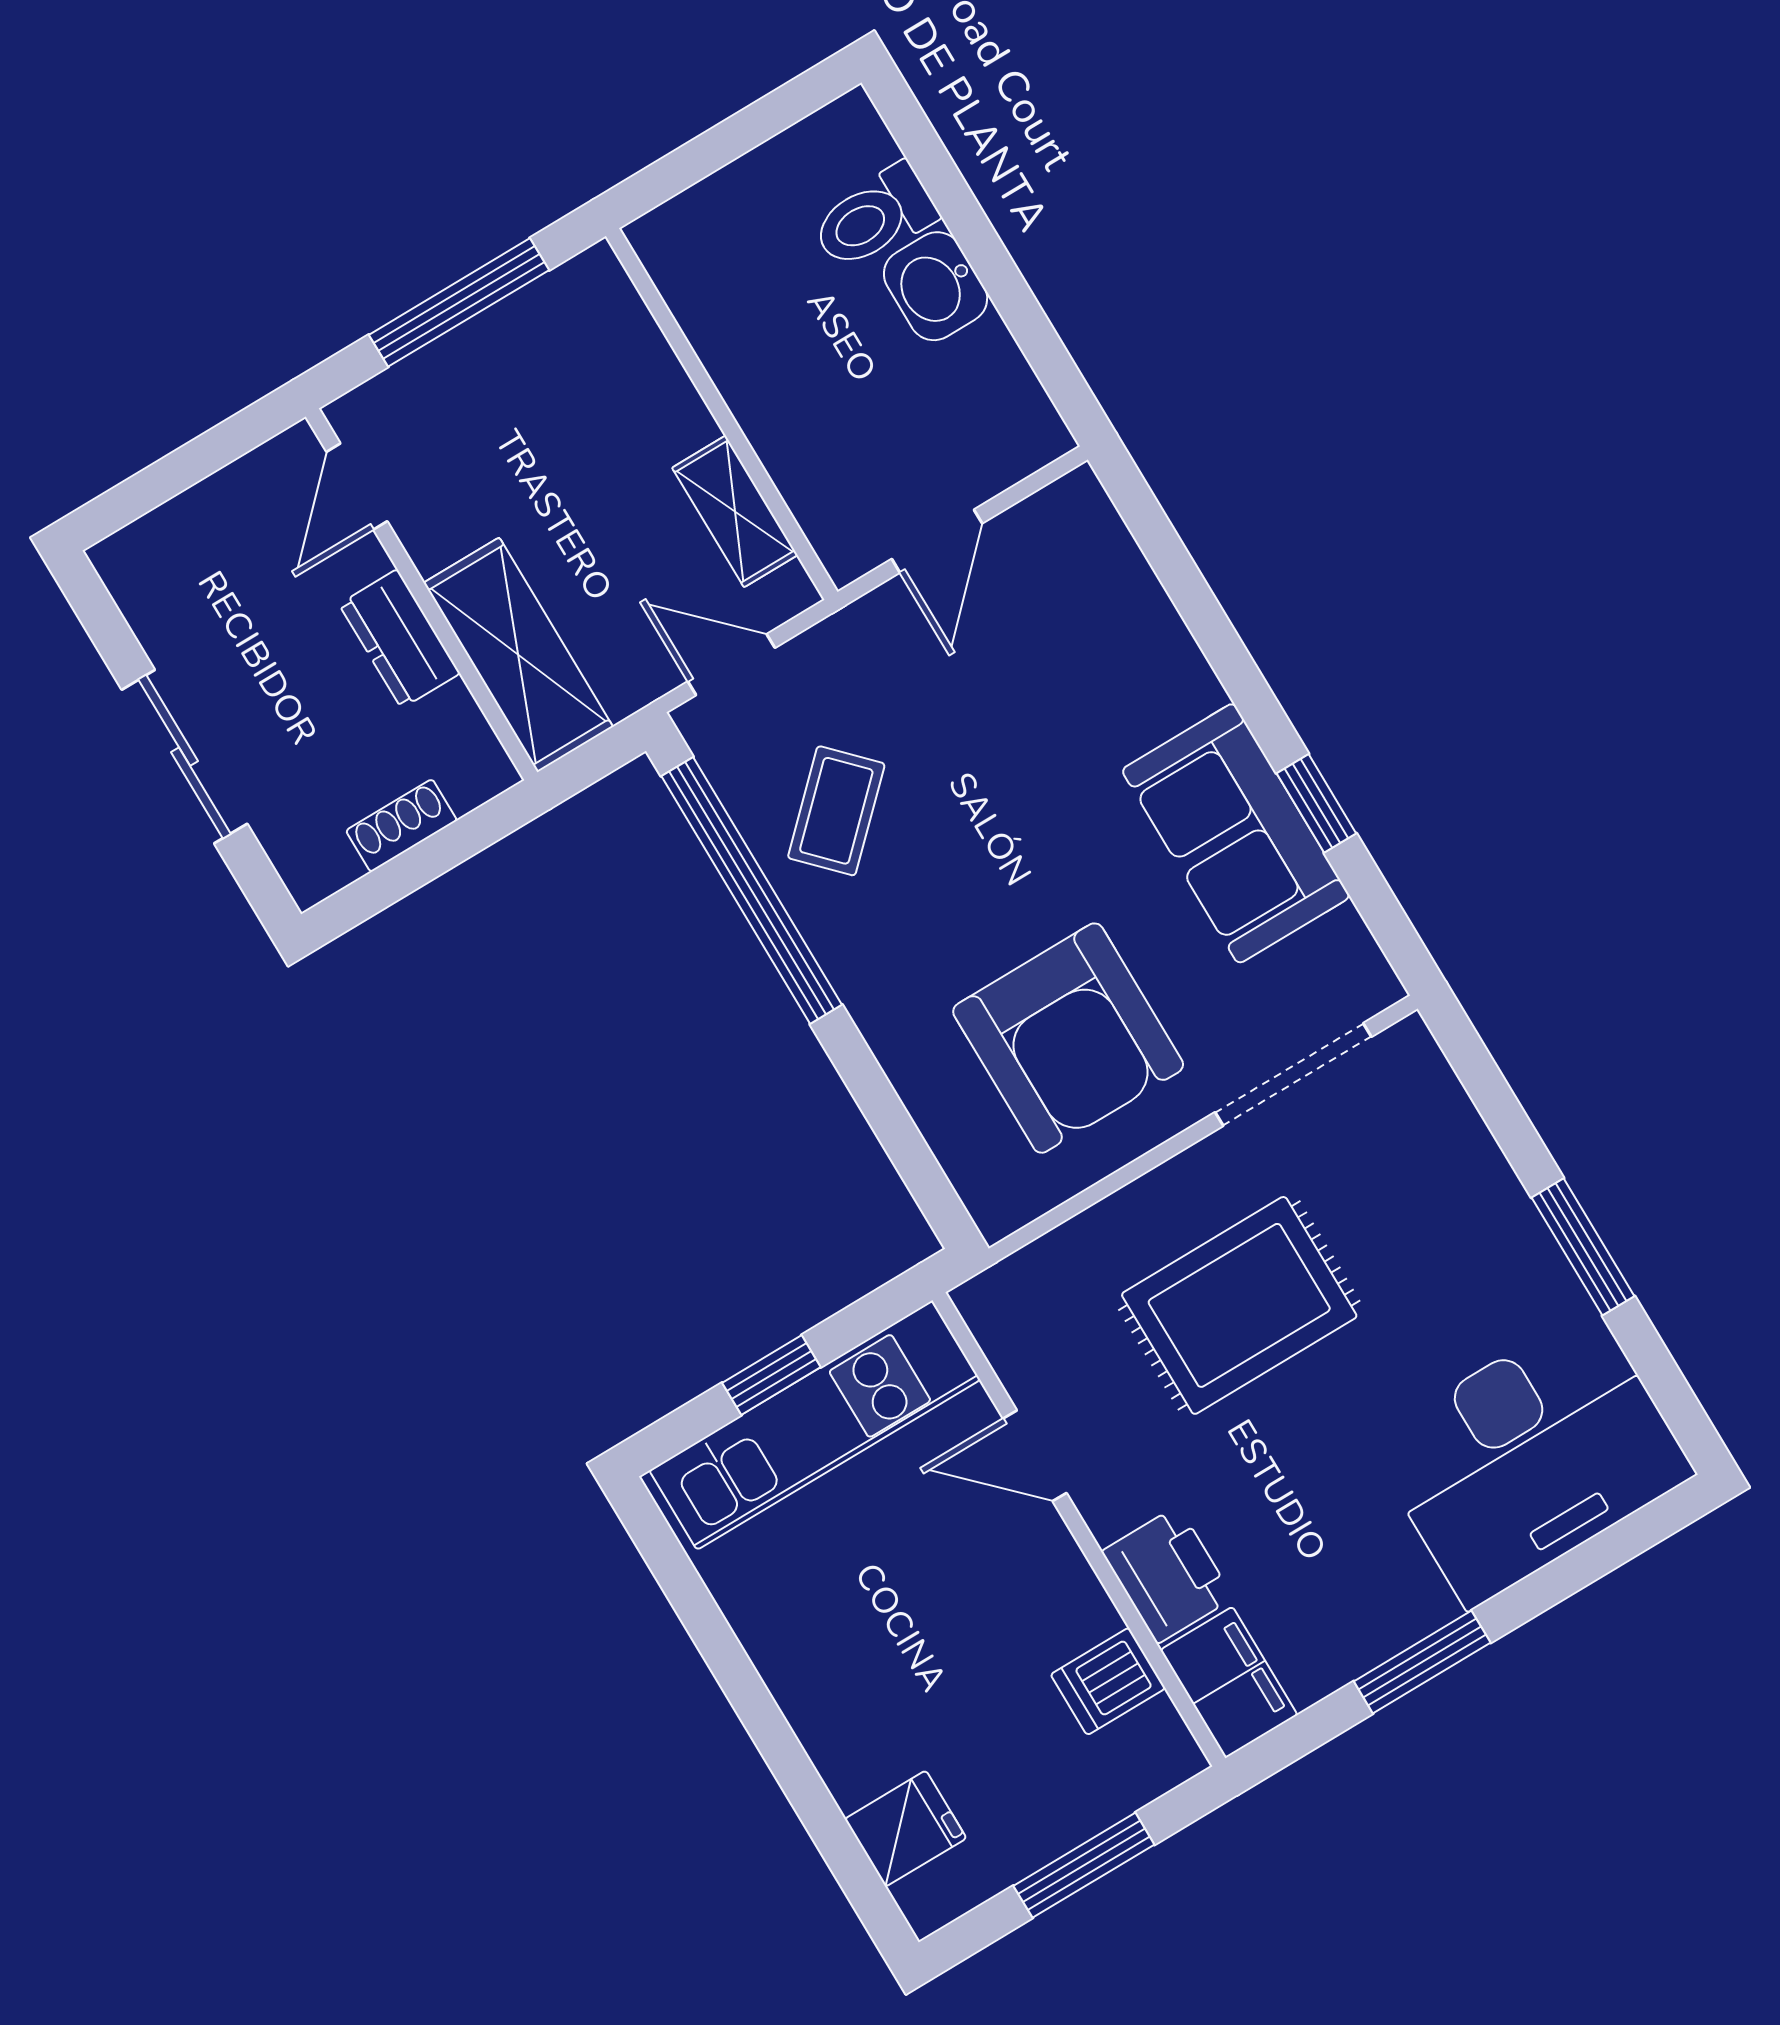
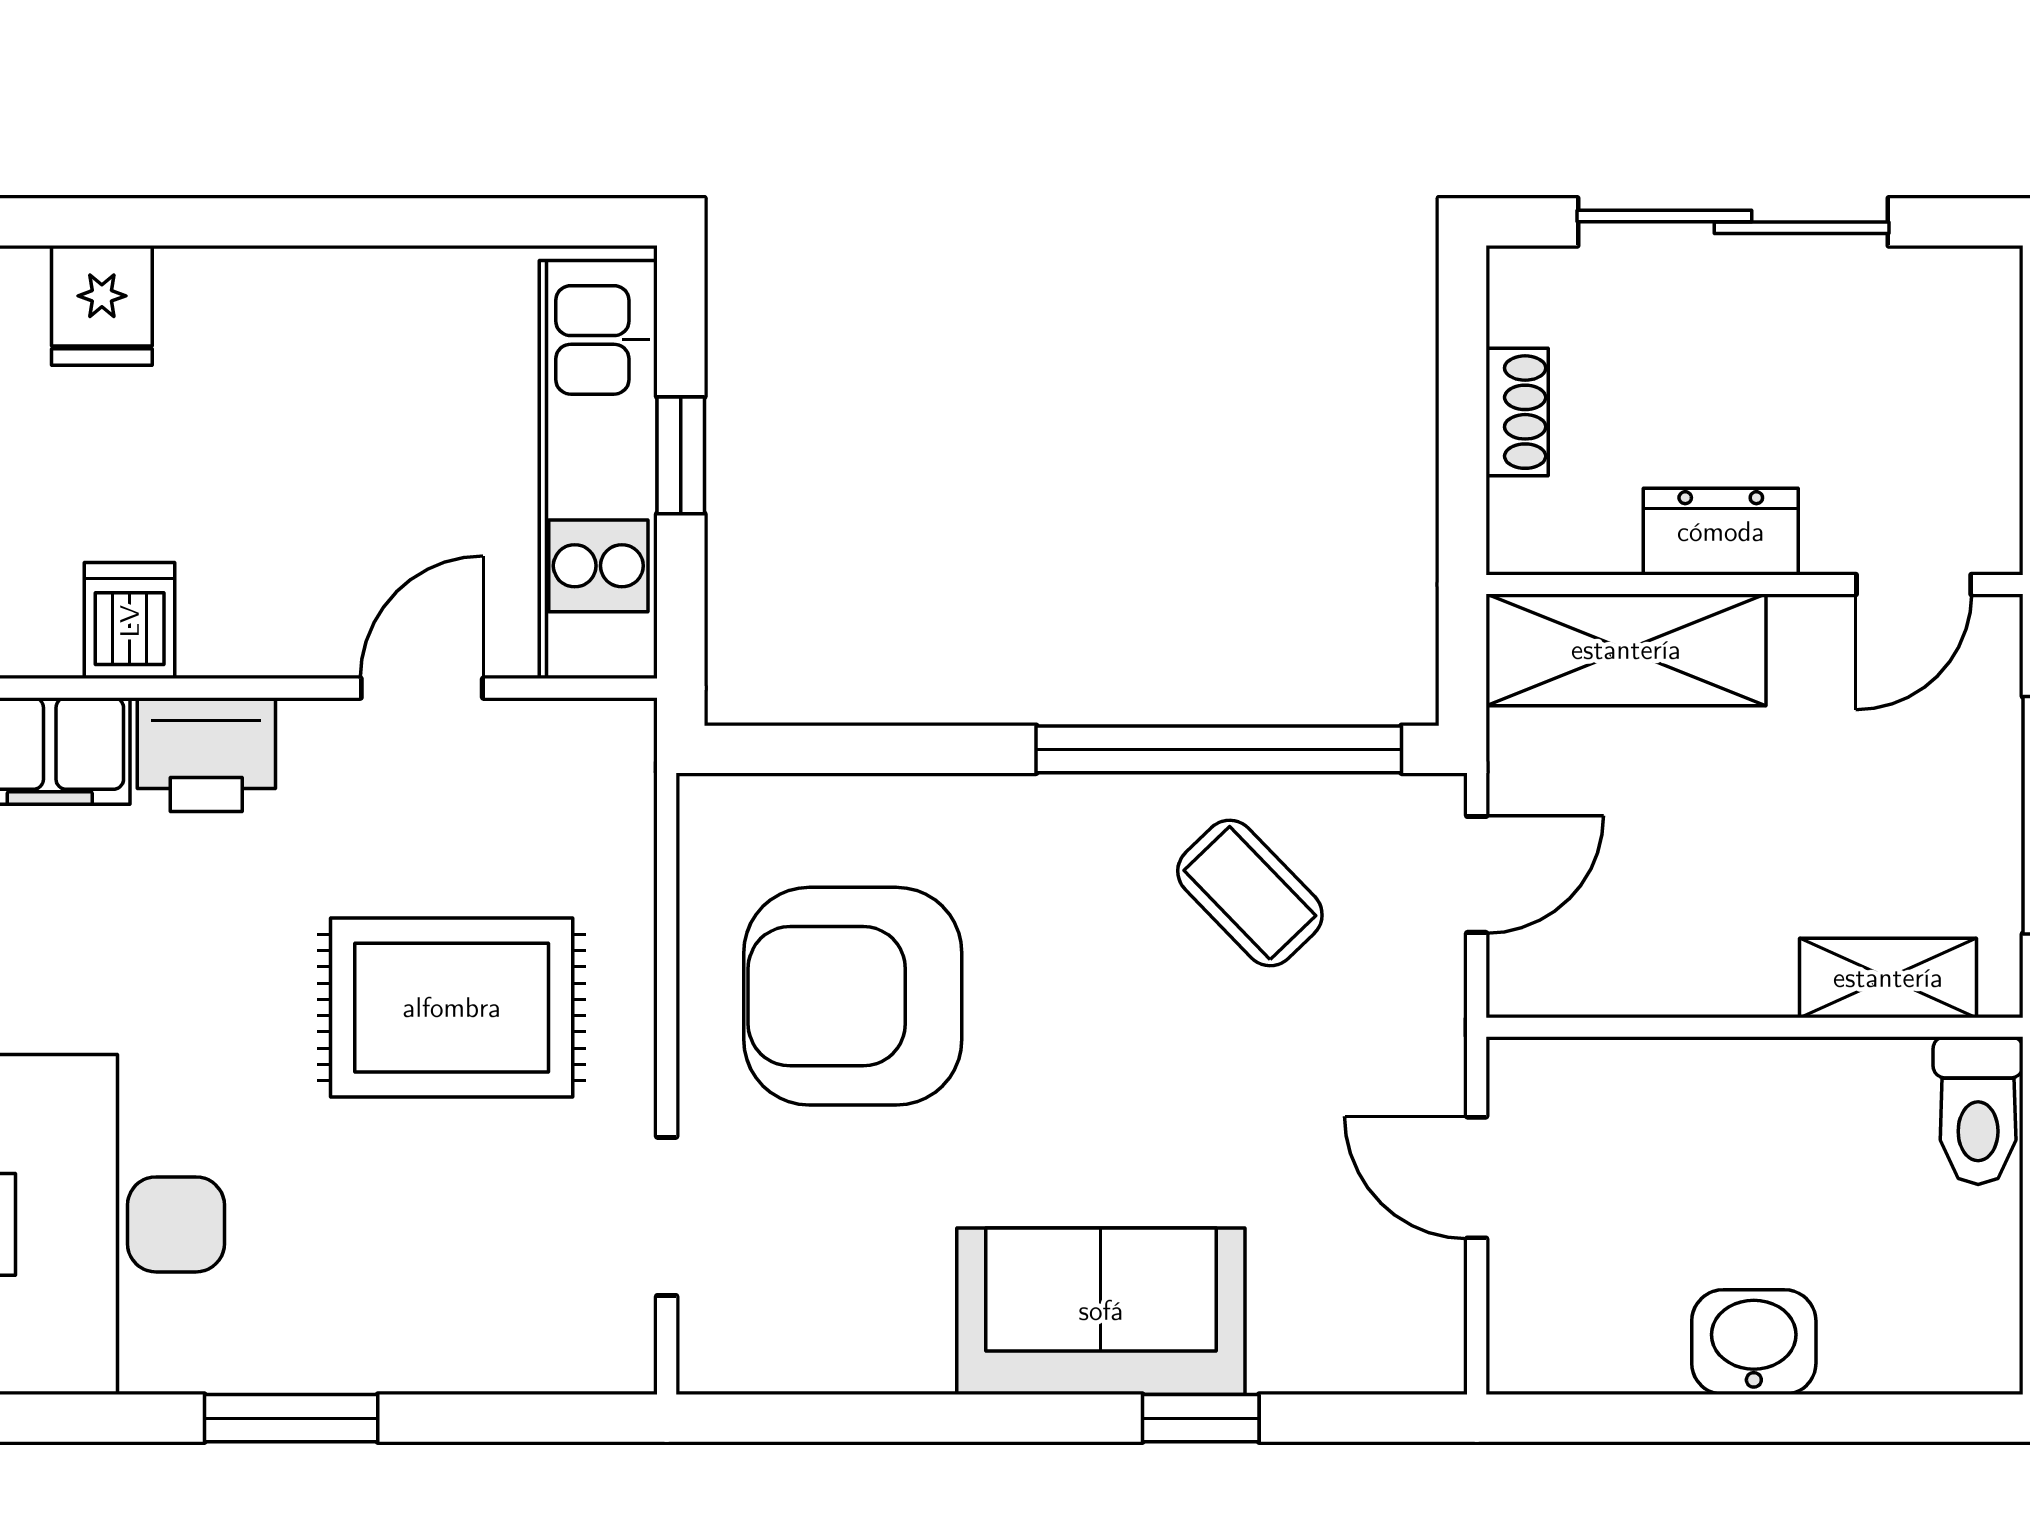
toilet: (874, 217) -> (1978, 1111), moved, turned 180
door: (357, 486) -> (1914, 584), swing flipped
shelving: (735, 511) -> (1888, 978), moved
sliding door: (184, 757) -> (1733, 222), width x1.37
window: (1316, 803) -> (1201, 1418), moved
sofa: (1236, 833) -> (1101, 1311), moved
doorway: (1293, 1075) -> (667, 1216), width x0.73
rug: (1239, 1305) -> (452, 1008), turned 90

